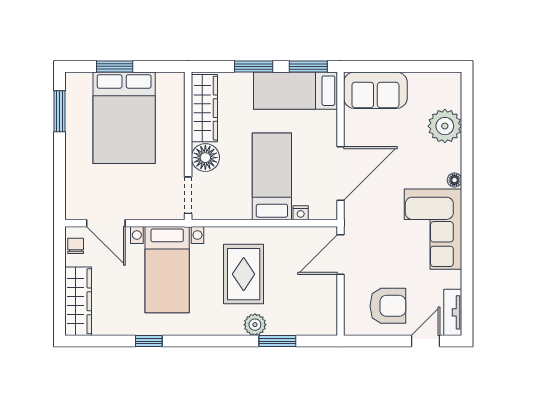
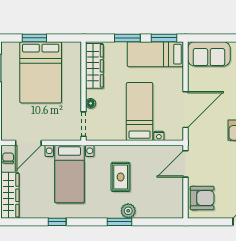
floor lamp: (205, 158) -> (91, 103), width x0.53, depth x0.53
door: (106, 223) -> (28, 143), hinge flipped
rug: (244, 274) -> (121, 177), width x0.73, depth x0.70
armchair: (388, 306) -> (202, 198), moved
window: (277, 341) -> (120, 222), moved

